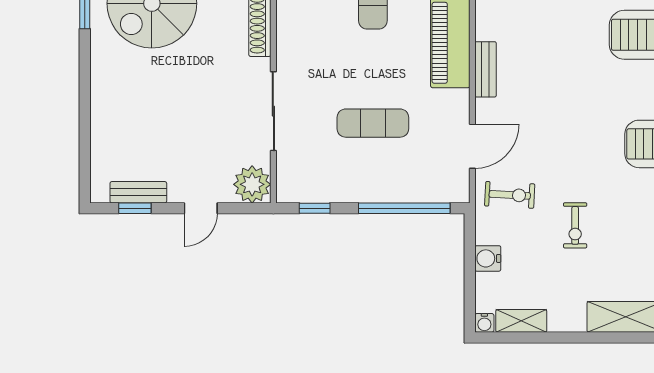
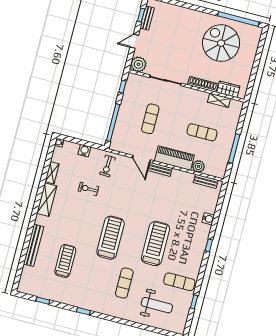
door: (472, 146) -> (141, 159), moved
door: (201, 208) -> (134, 41), hinge flipped
shelving: (521, 321) -> (52, 173), moved

